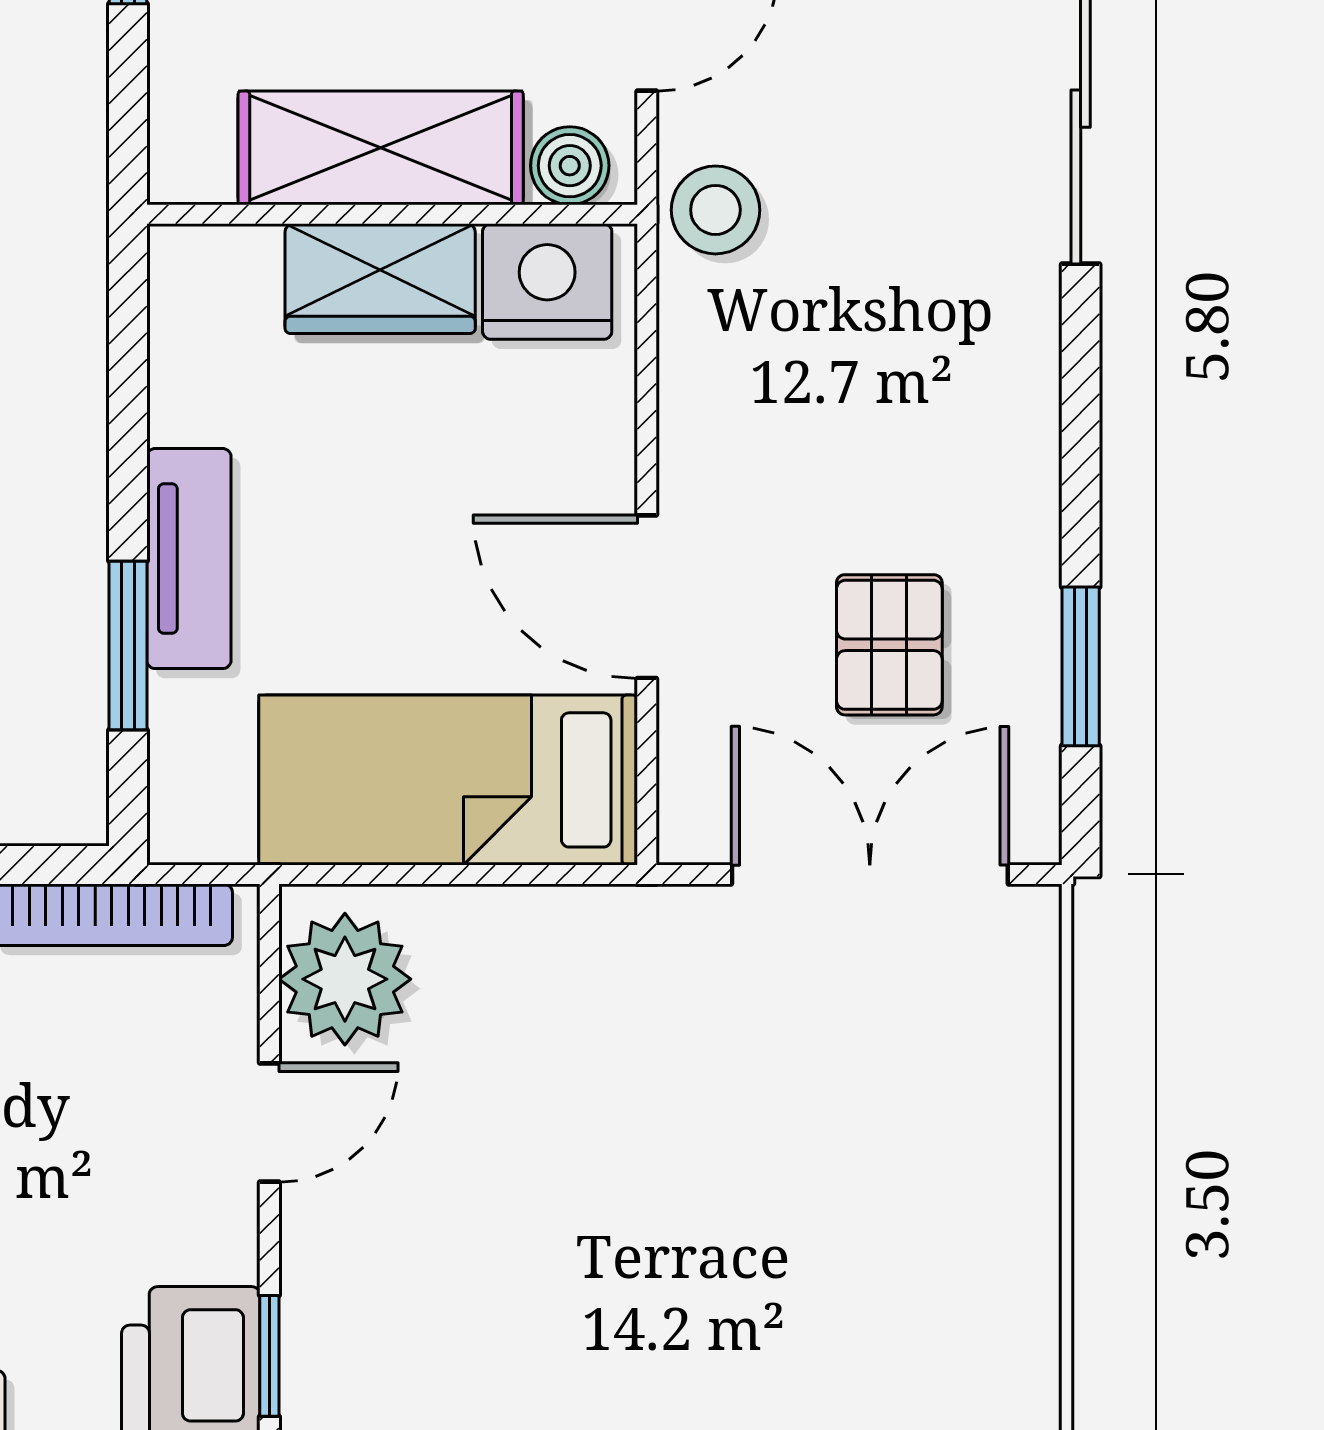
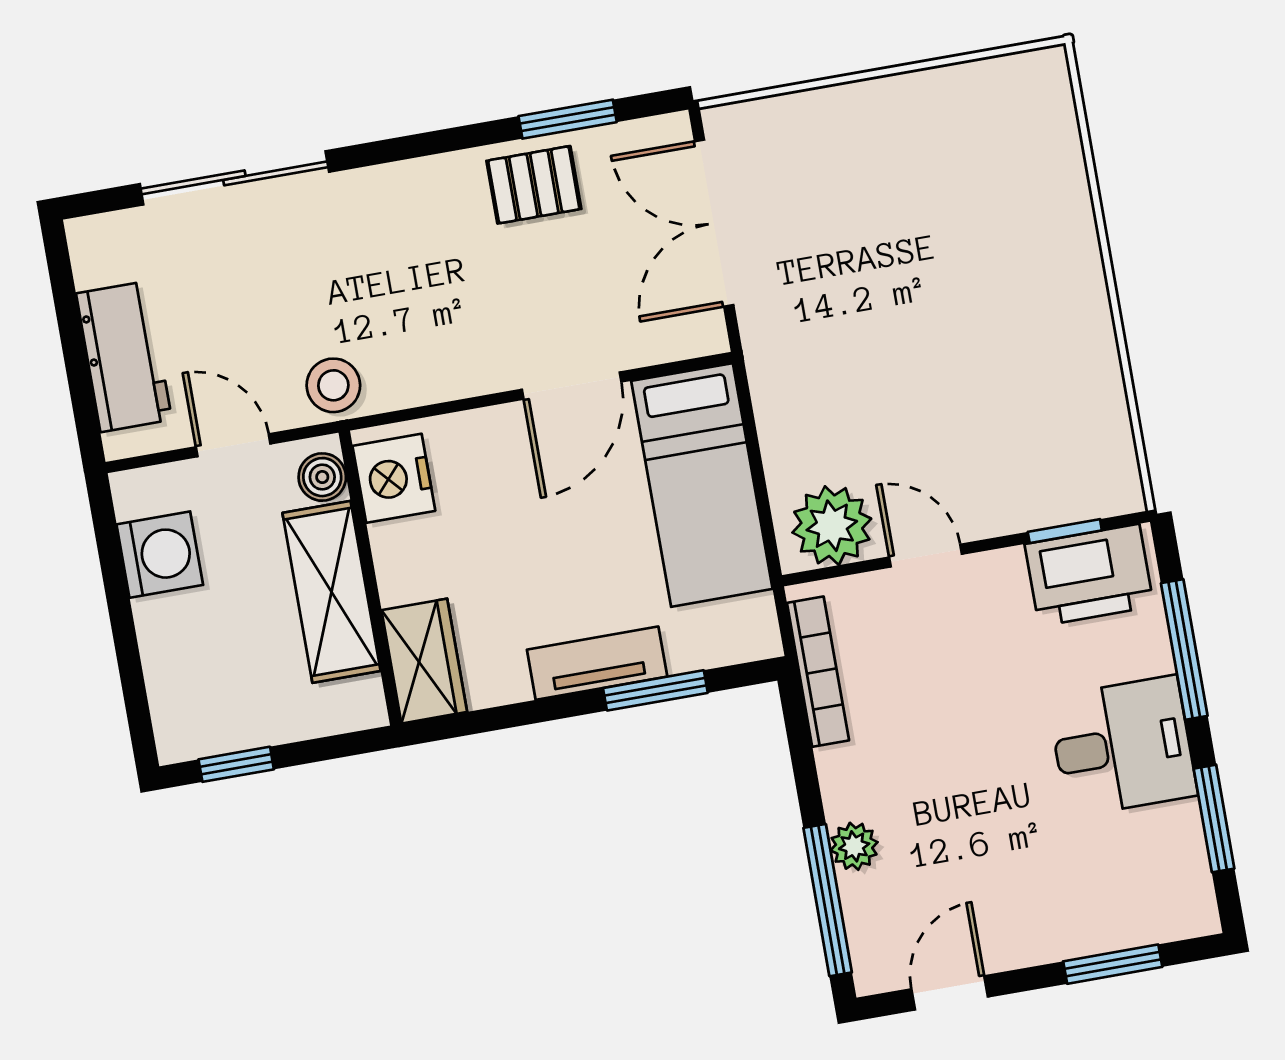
wardrobe: (380, 279) -> (424, 661), moved
pallet: (889, 645) -> (534, 185), moved

